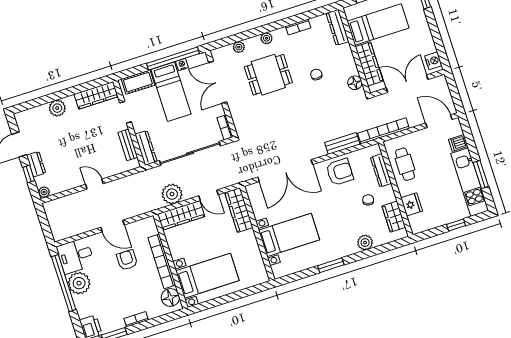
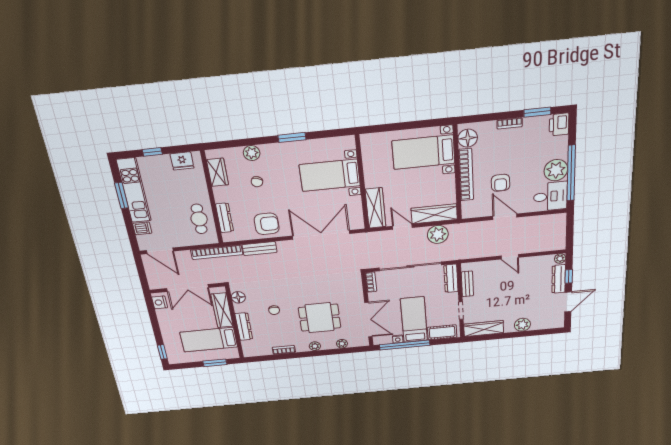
dresser: (337, 27) -> (244, 326), moved
dresser: (36, 164) -> (559, 279), width x1.44
armchair: (340, 172) -> (267, 224), turned 180
chair: (368, 200) -> (257, 182), moved
fridge: (412, 204) -> (182, 161), moved, turned -90

